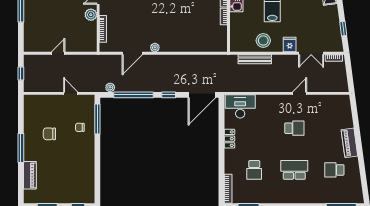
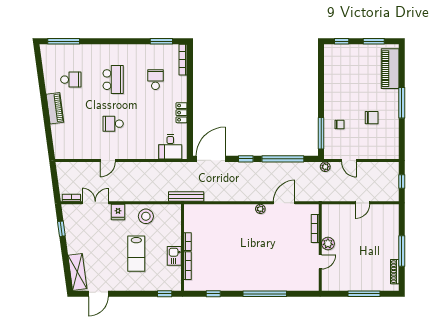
bench: (255, 59) -> (186, 196), moved
plant: (110, 87) -> (325, 167), moved
desk: (240, 106) -> (170, 147), width x0.73
school desk: (294, 170) -> (113, 80), turned -90
piano: (30, 175) -> (390, 69), width x1.37, depth x1.33

